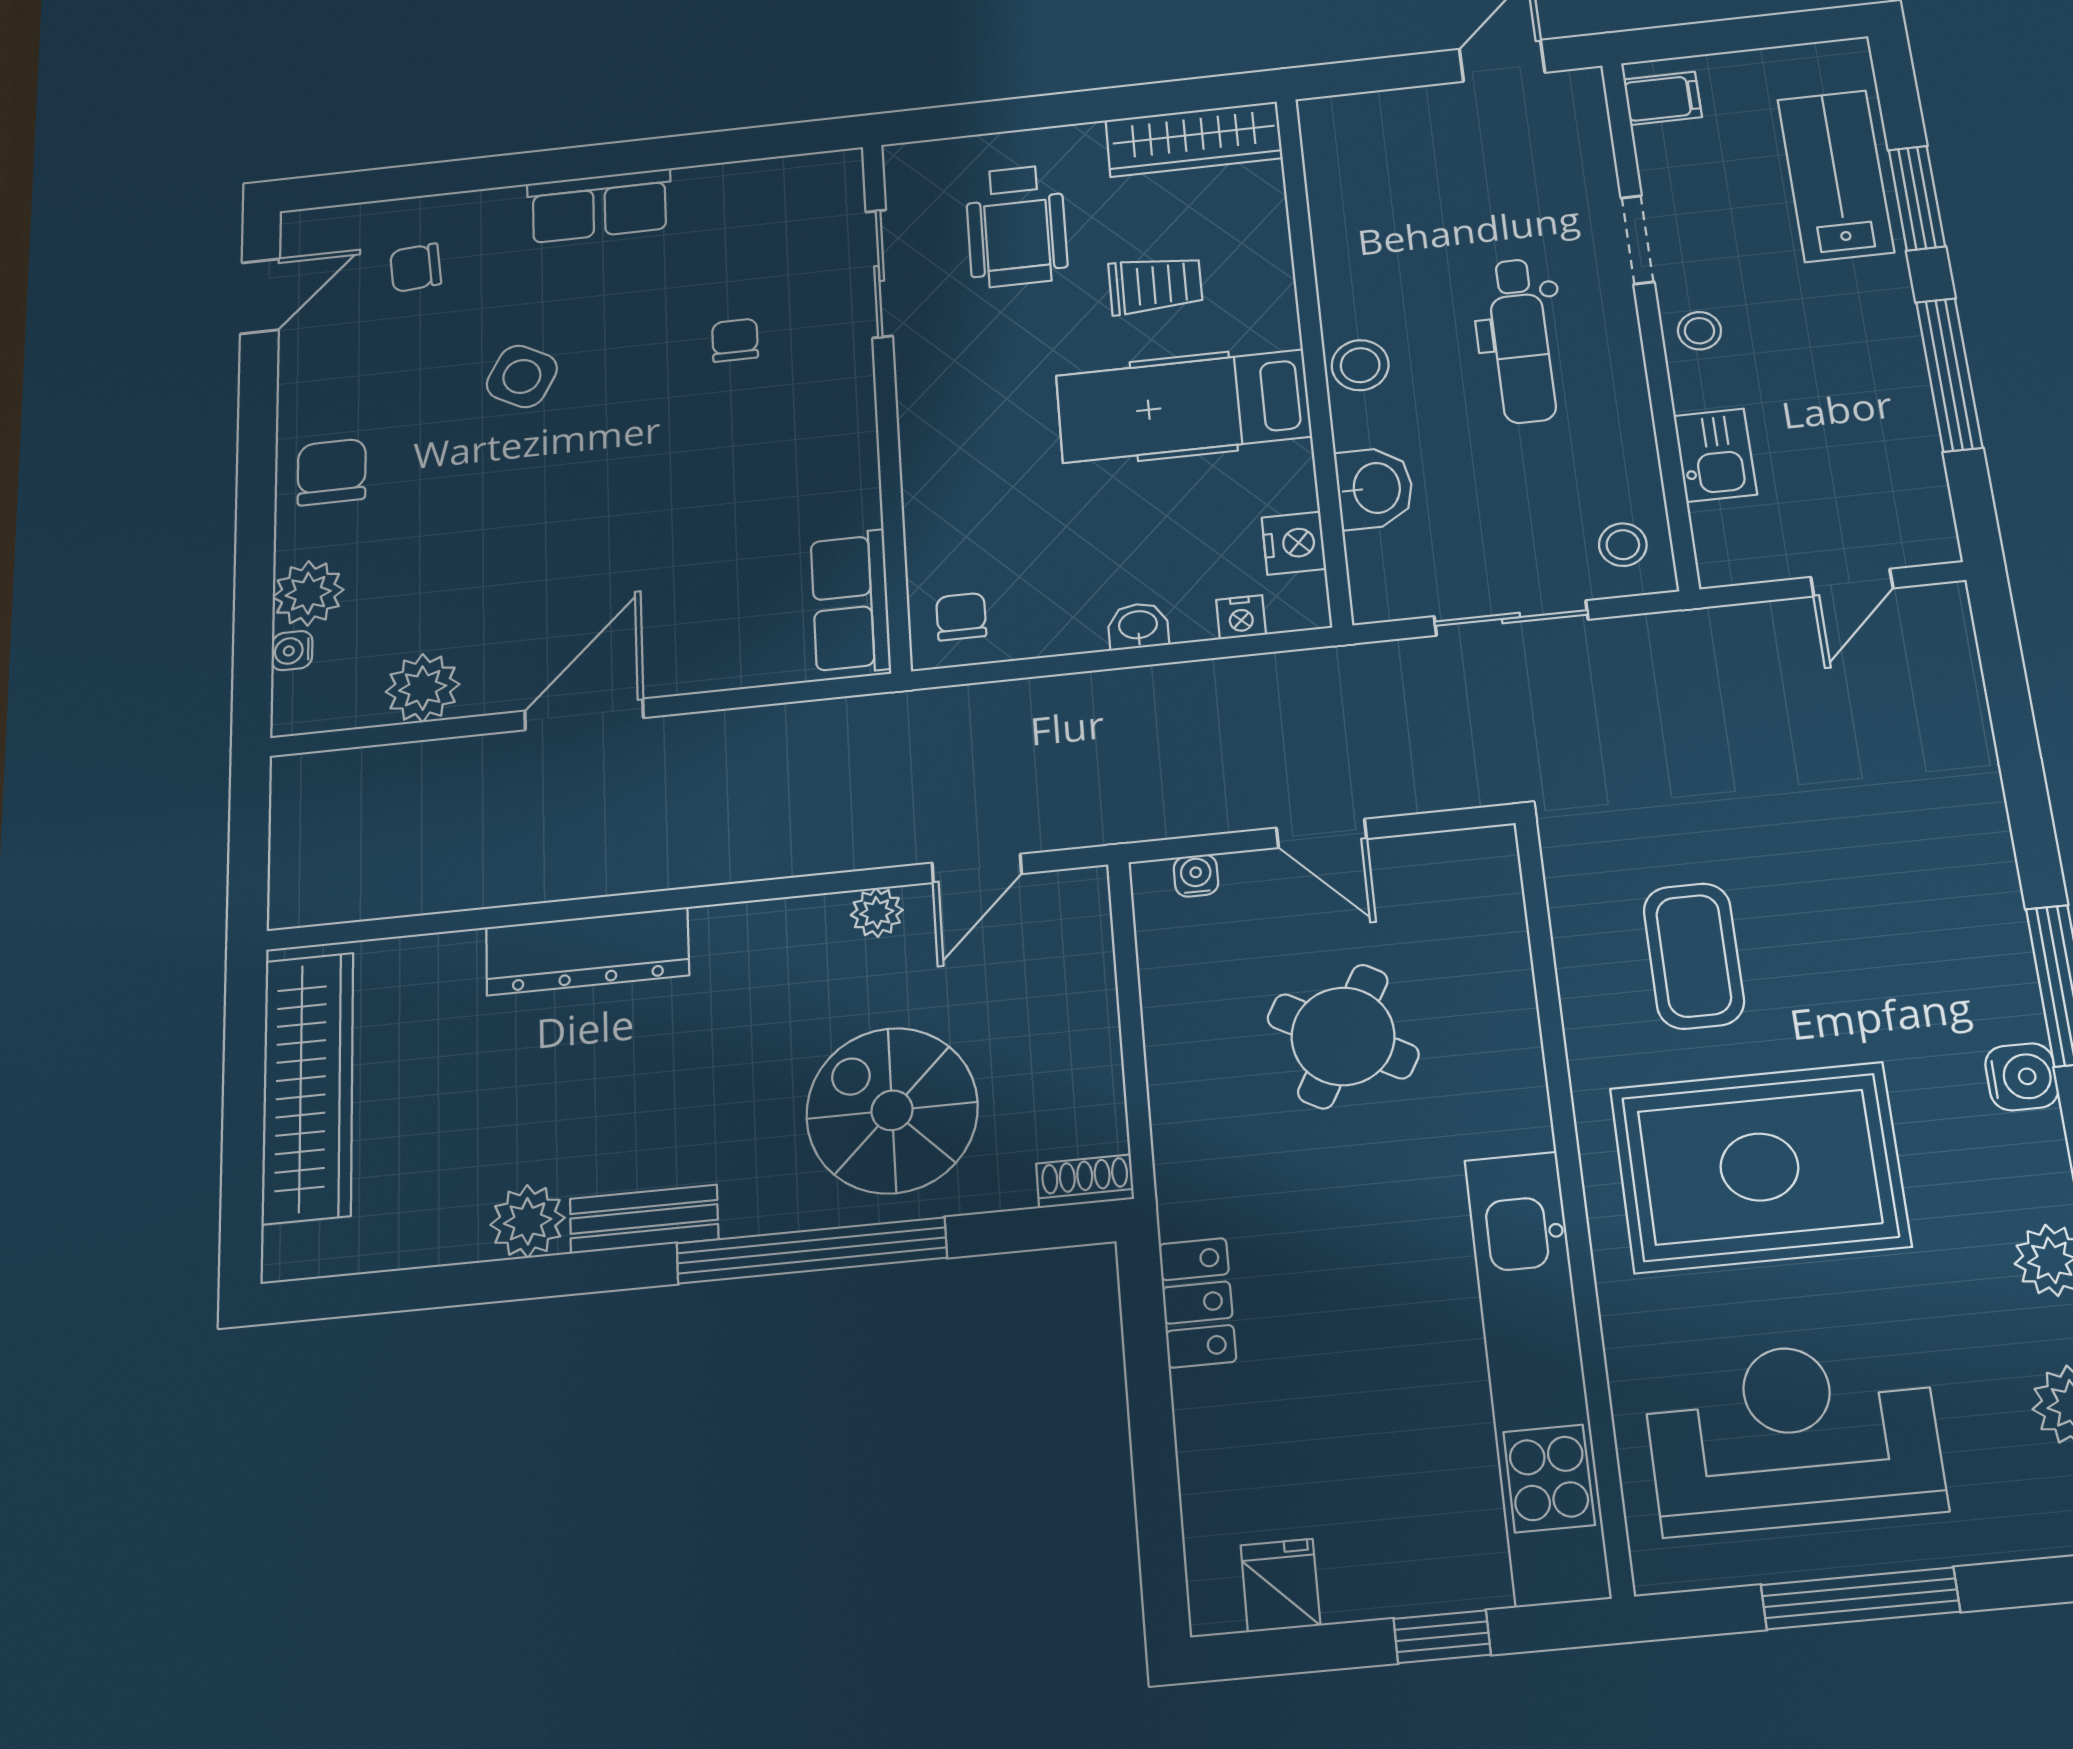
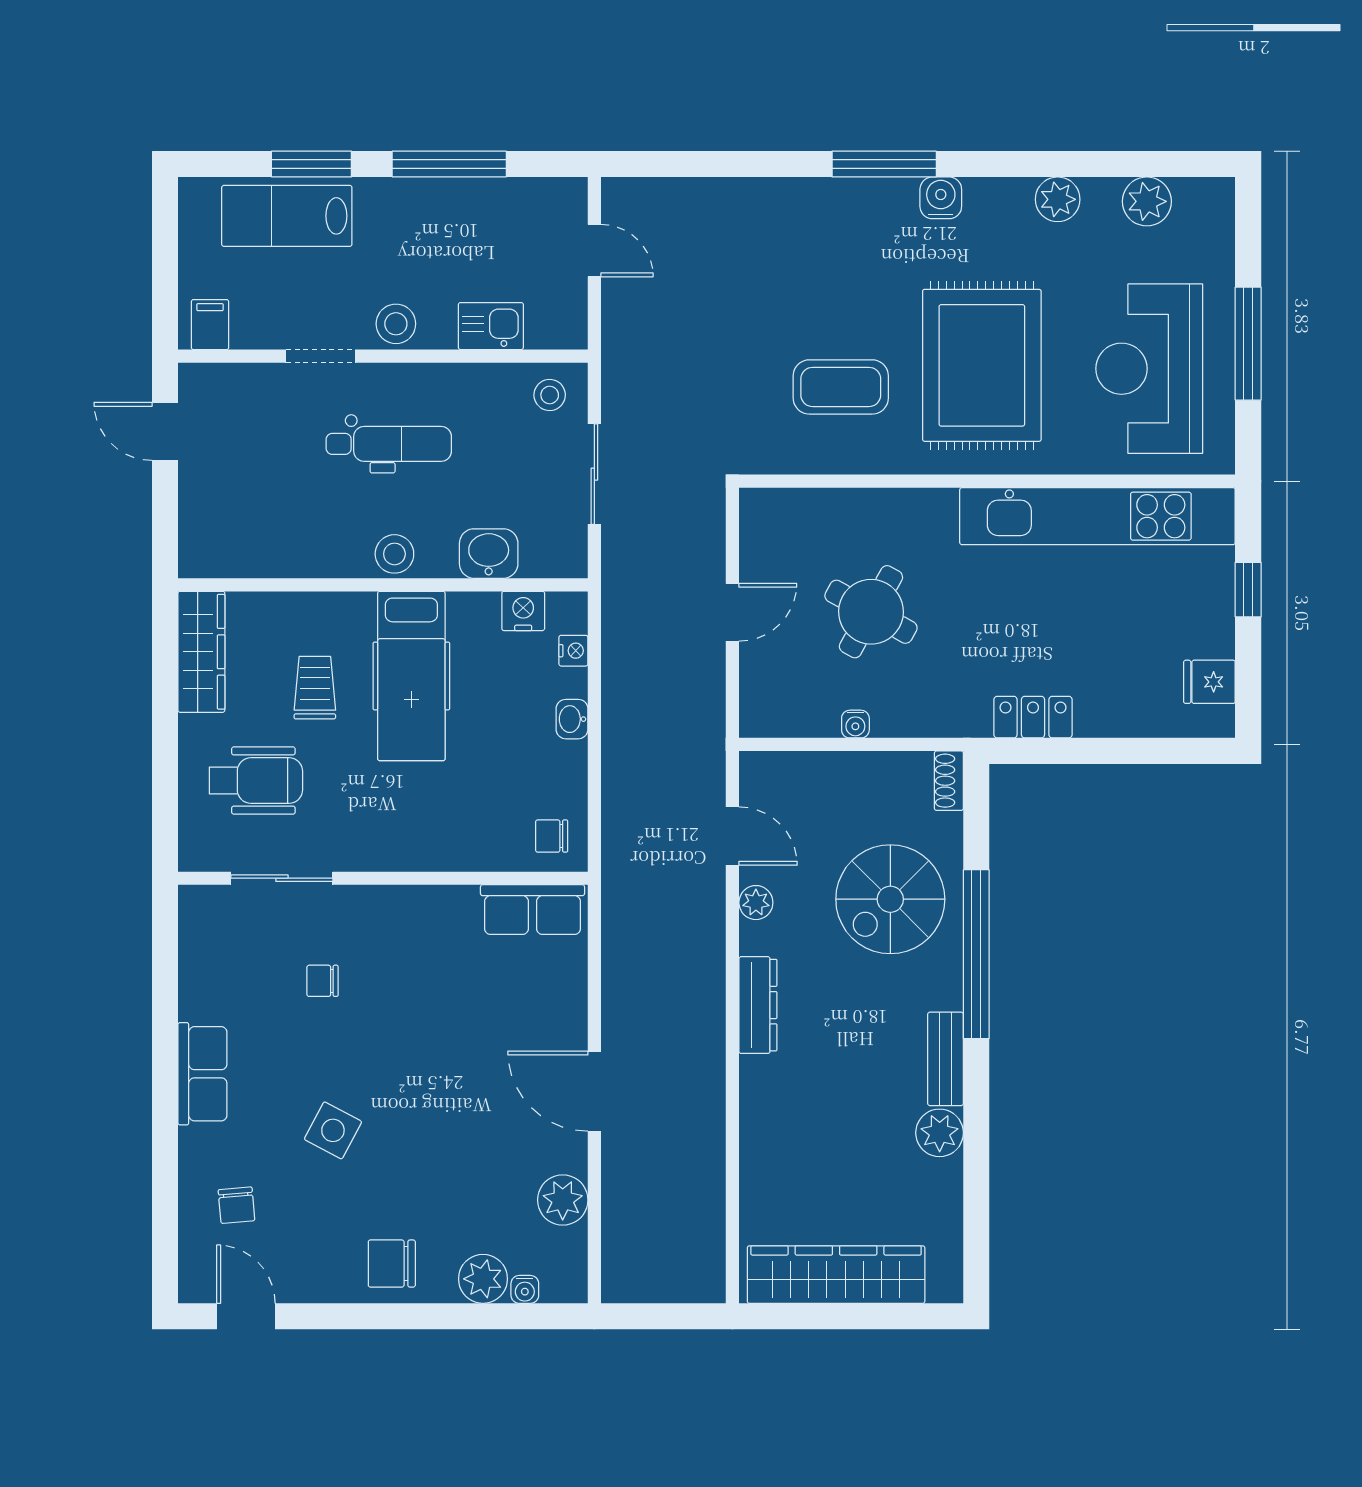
stool: (1699, 331) -> (396, 324), width x1.37, depth x1.37
water cooler: (1196, 876) -> (855, 724), moved, turned -90
dresser: (587, 951) -> (758, 1005), moved, width x0.73, depth x0.80

